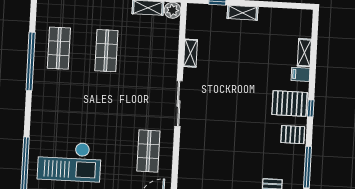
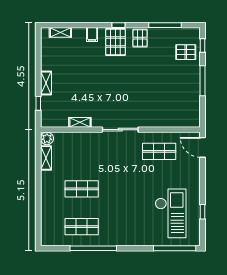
shelving: (304, 53) -> (60, 32), moved

